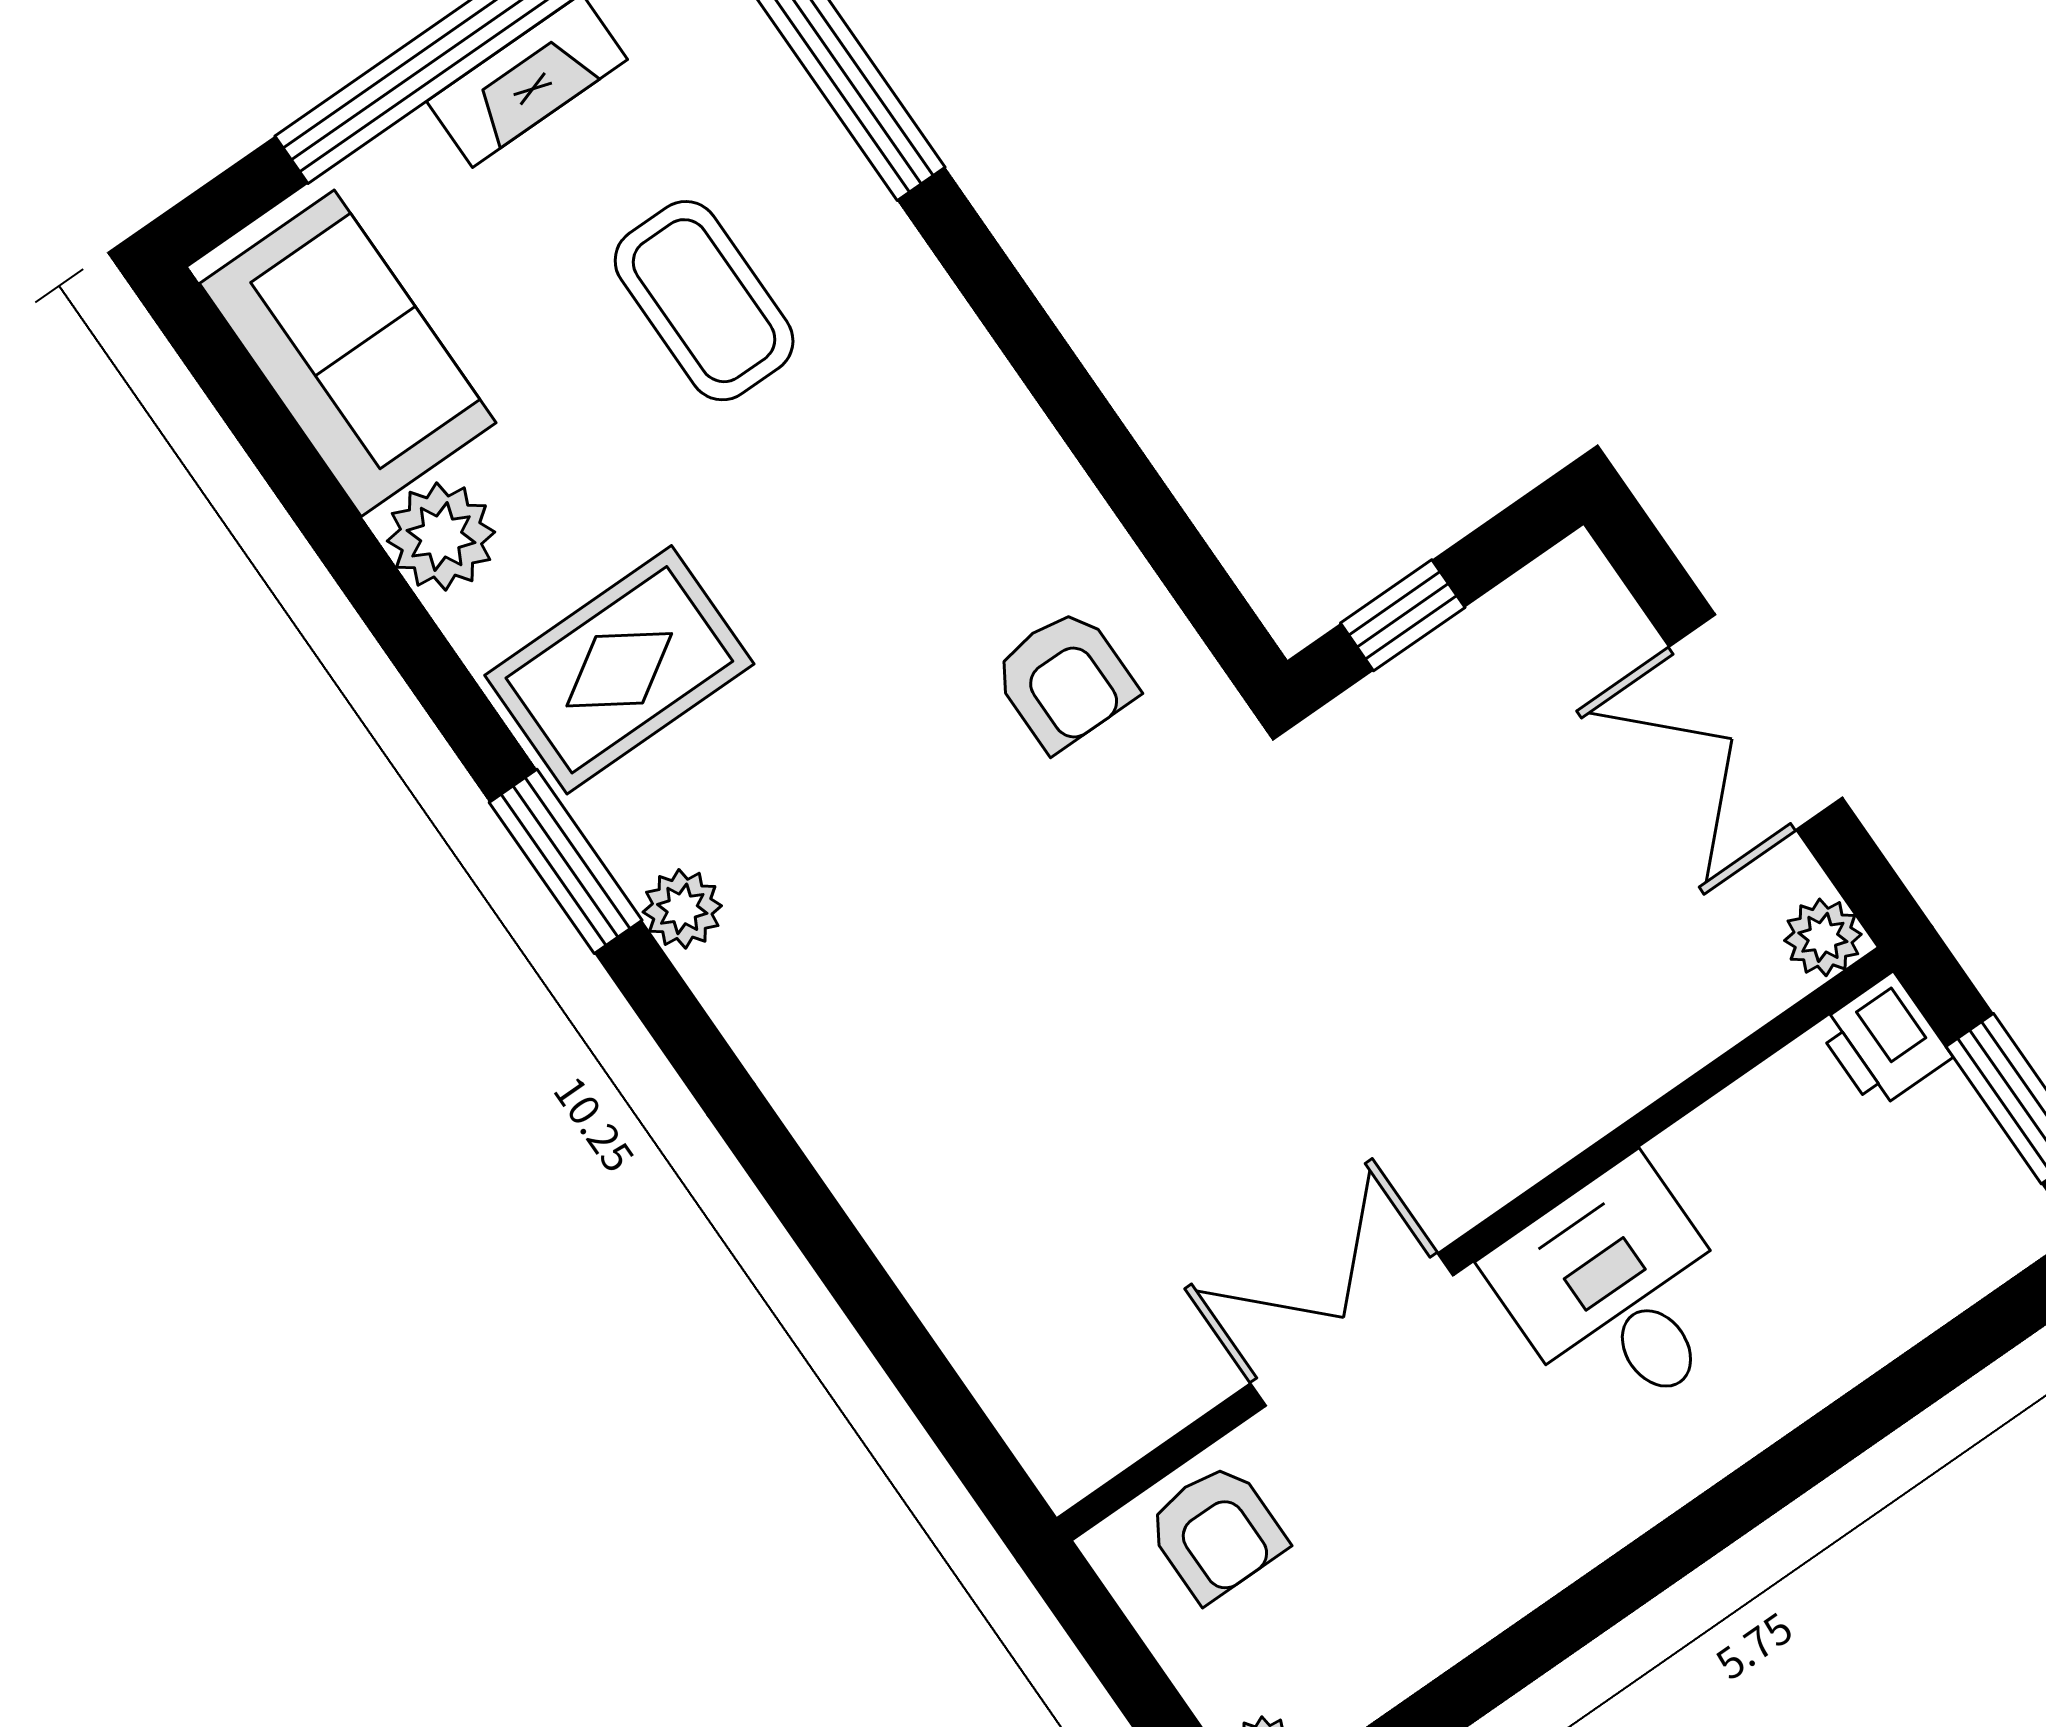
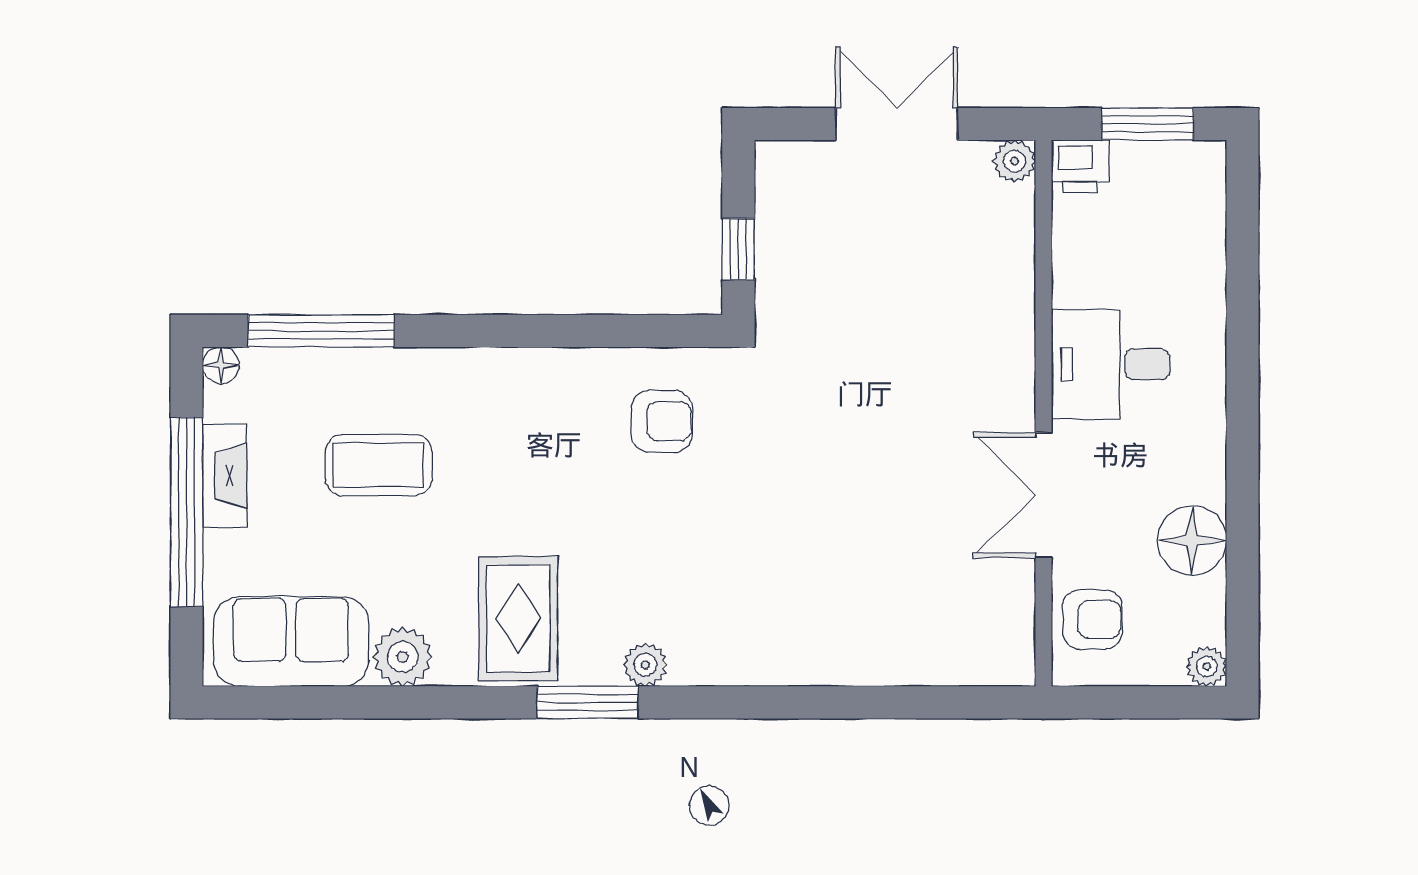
double door: (1756, 722) -> (897, 124), swing flipped
floor lamp: (1439, 1599) -> (1192, 540), added

